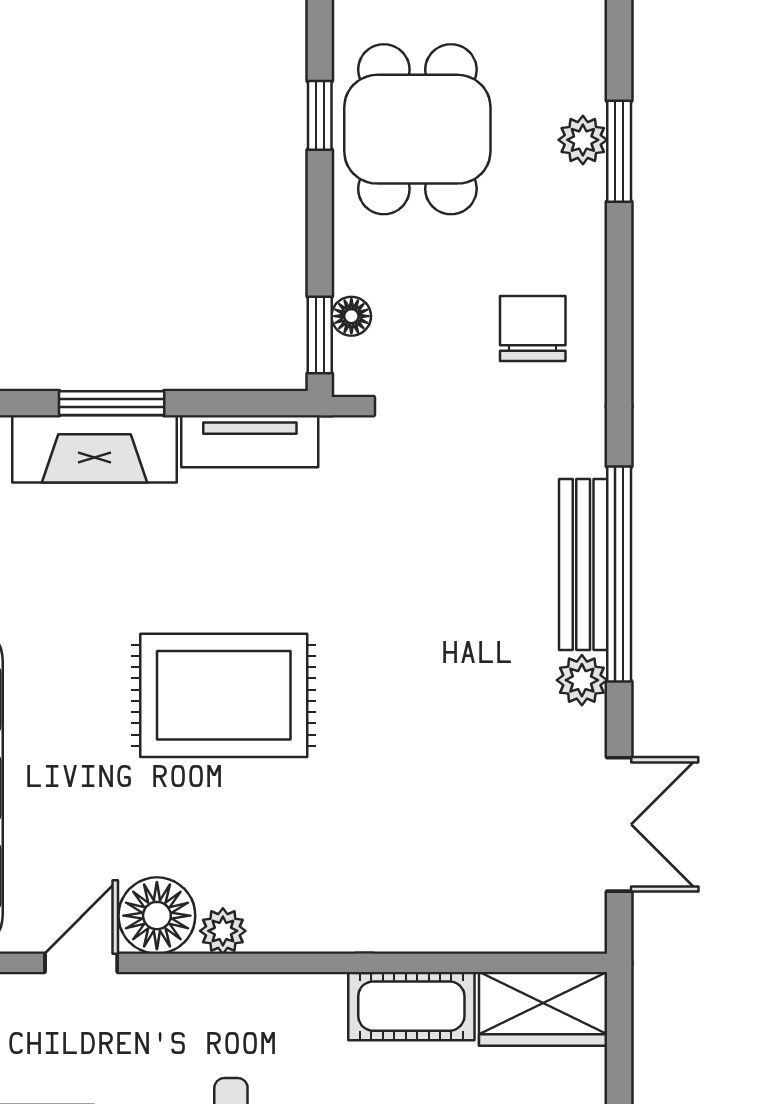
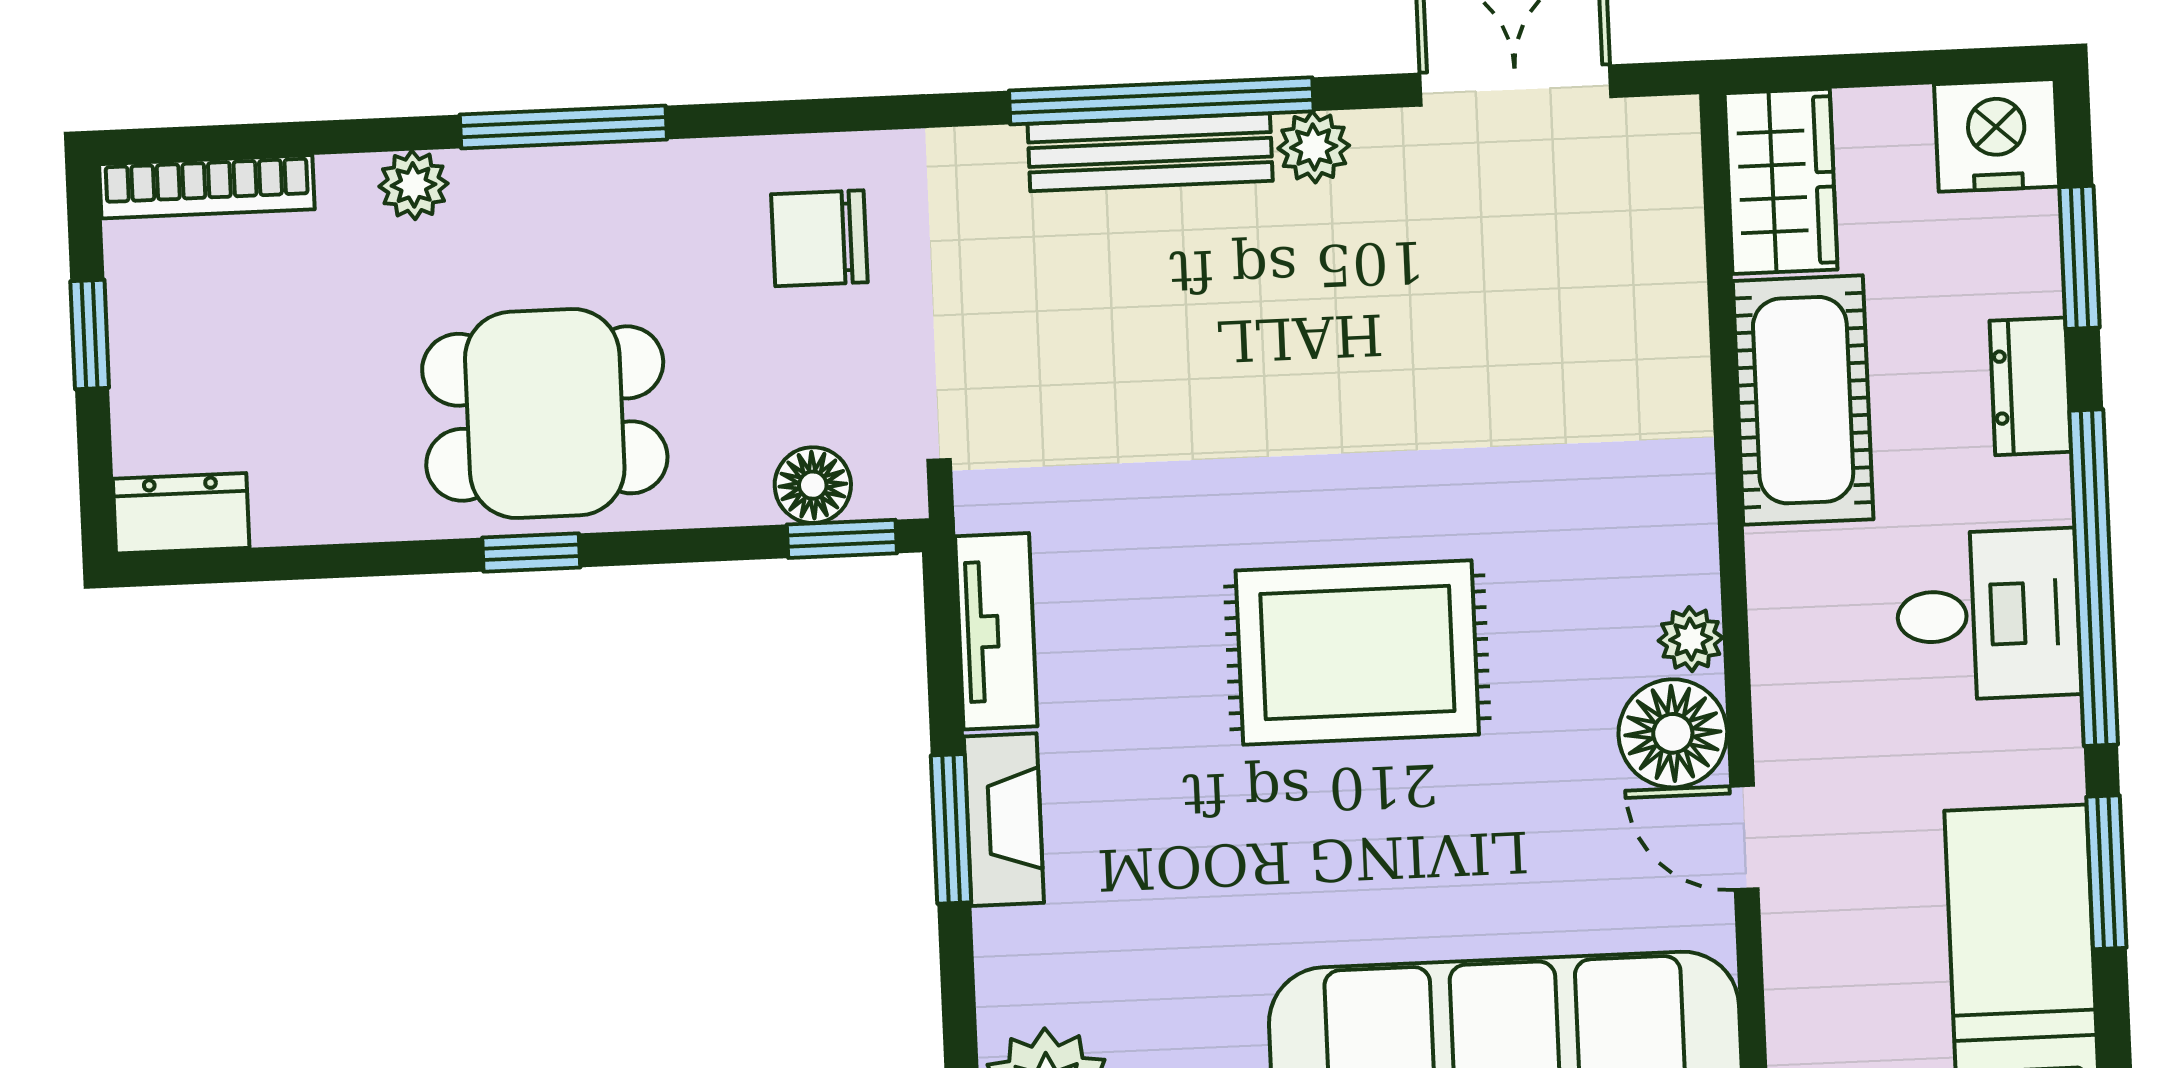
plant: (583, 140) -> (414, 185), moved
window: (619, 151) -> (563, 127), width x1.44
floor lamp: (351, 316) -> (813, 485), width x1.37, depth x1.37
fireplace: (95, 449) -> (1004, 820), width x0.73, depth x0.76
rug: (224, 695) -> (1357, 652), turned 90
cot: (411, 1006) -> (1803, 400), width x1.37, depth x1.34

